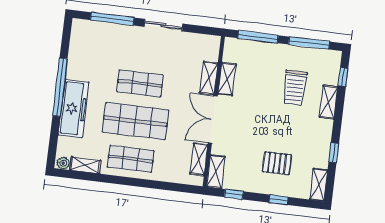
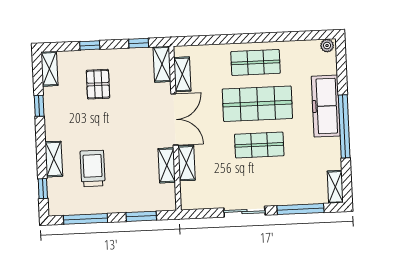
window: (258, 37) -> (141, 216), width x0.69
pallet: (277, 163) -> (98, 84), turned 90
shelving: (85, 165) -> (335, 187), moved, turned 90

